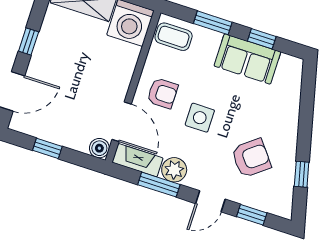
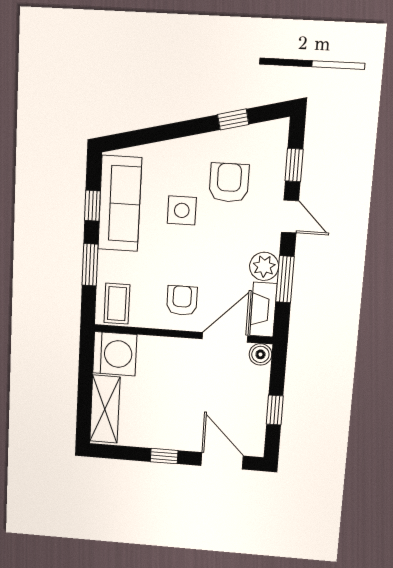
sofa: (247, 59) -> (120, 204), width x1.36
side table: (200, 118) -> (182, 210), moved
armchair: (251, 158) -> (229, 183), turned 38

